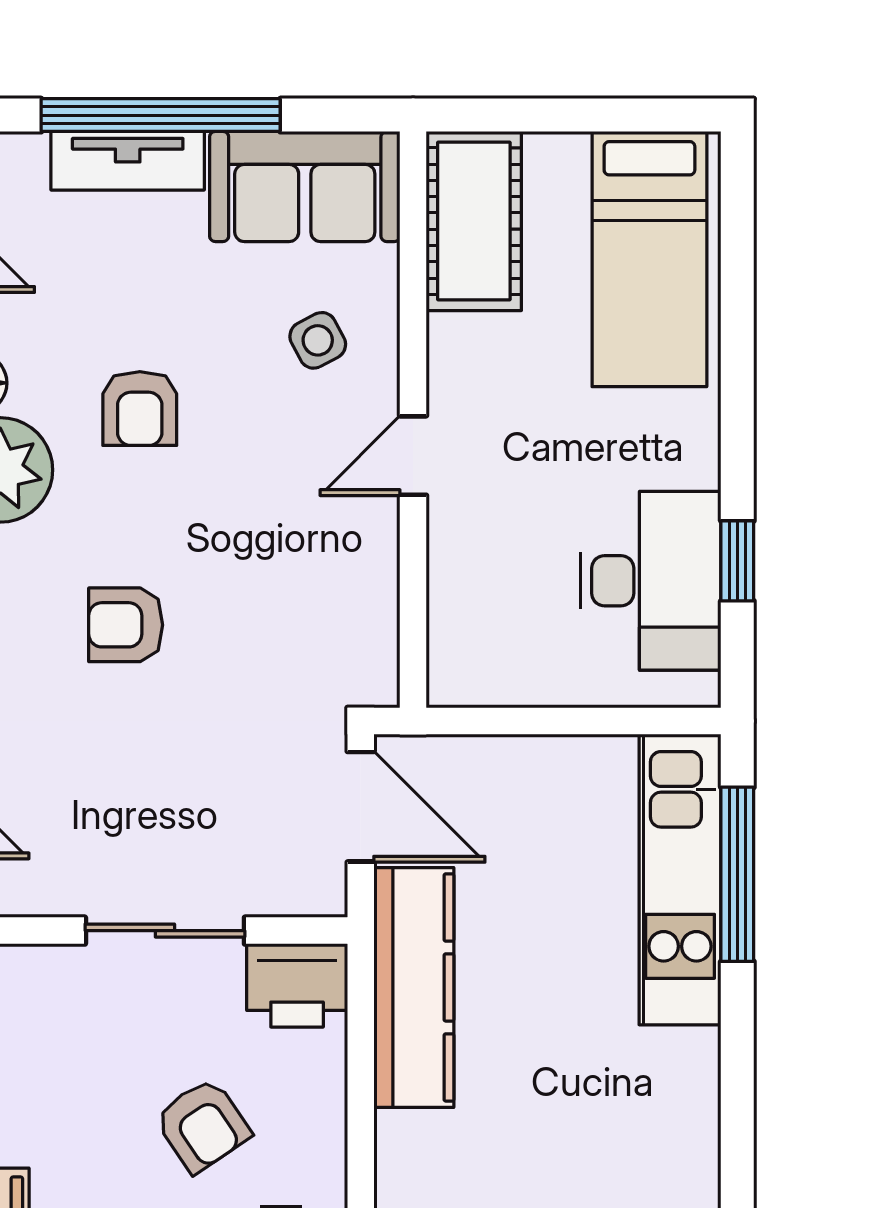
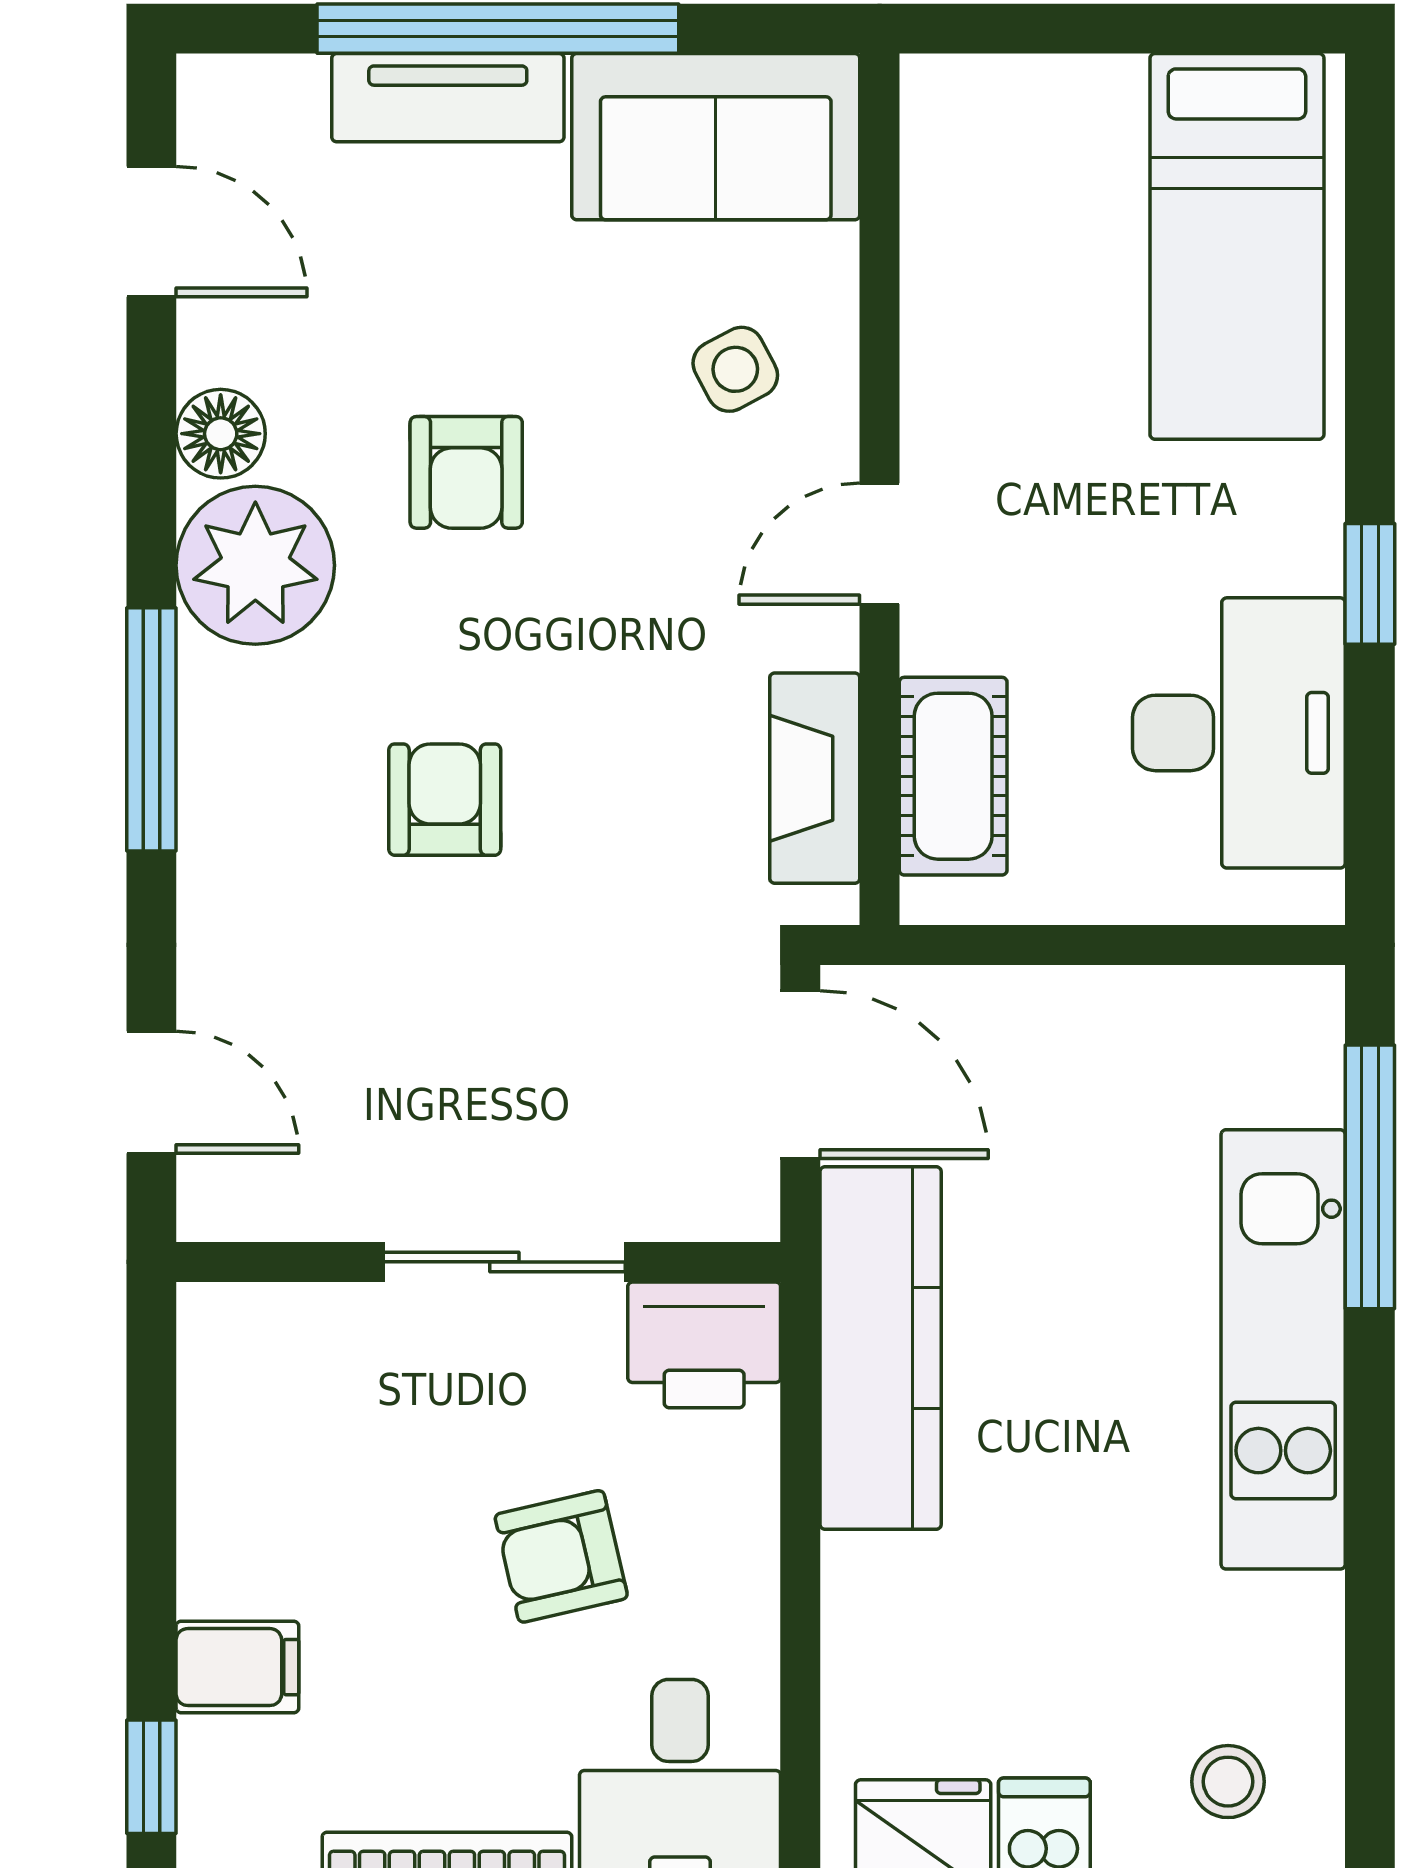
cot: (474, 221) -> (953, 776), moved, width x0.73, depth x0.75
window: (737, 561) -> (1370, 584), moved
fireplace: (370, 611) -> (815, 778), added
armchair: (126, 625) -> (445, 800), turned 90
kitchen unit: (680, 879) -> (1283, 1349), moved
armchair: (203, 1125) -> (561, 1556), turned 111

